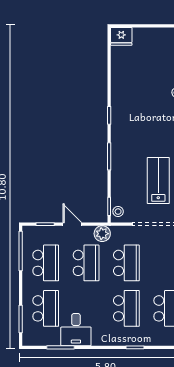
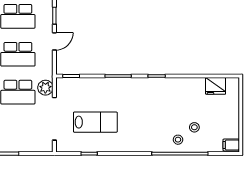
fridge: (121, 36) -> (216, 86), moved, turned -90
stool: (118, 212) -> (194, 127), moved
plant: (102, 234) -> (45, 88), moved

